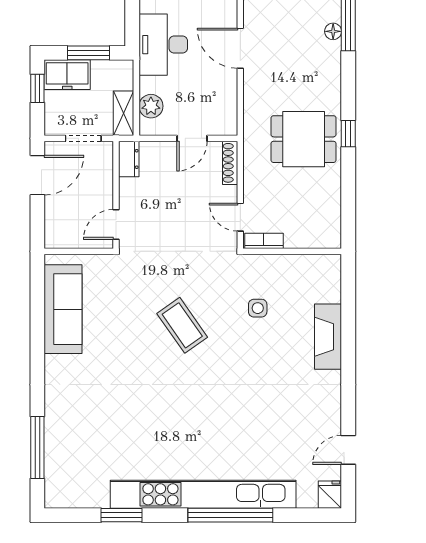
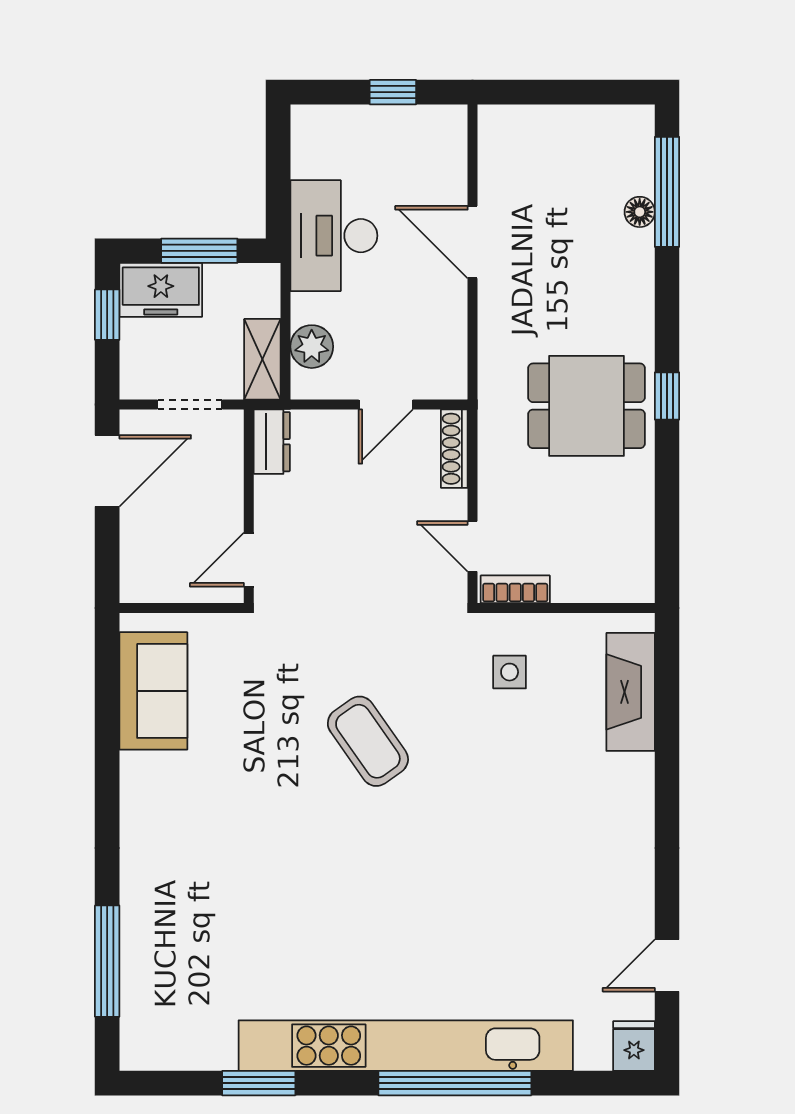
side table: (258, 308) -> (510, 672), moved
sofa: (63, 309) -> (153, 691), width x0.73
fireplace: (328, 337) -> (631, 692), moved

